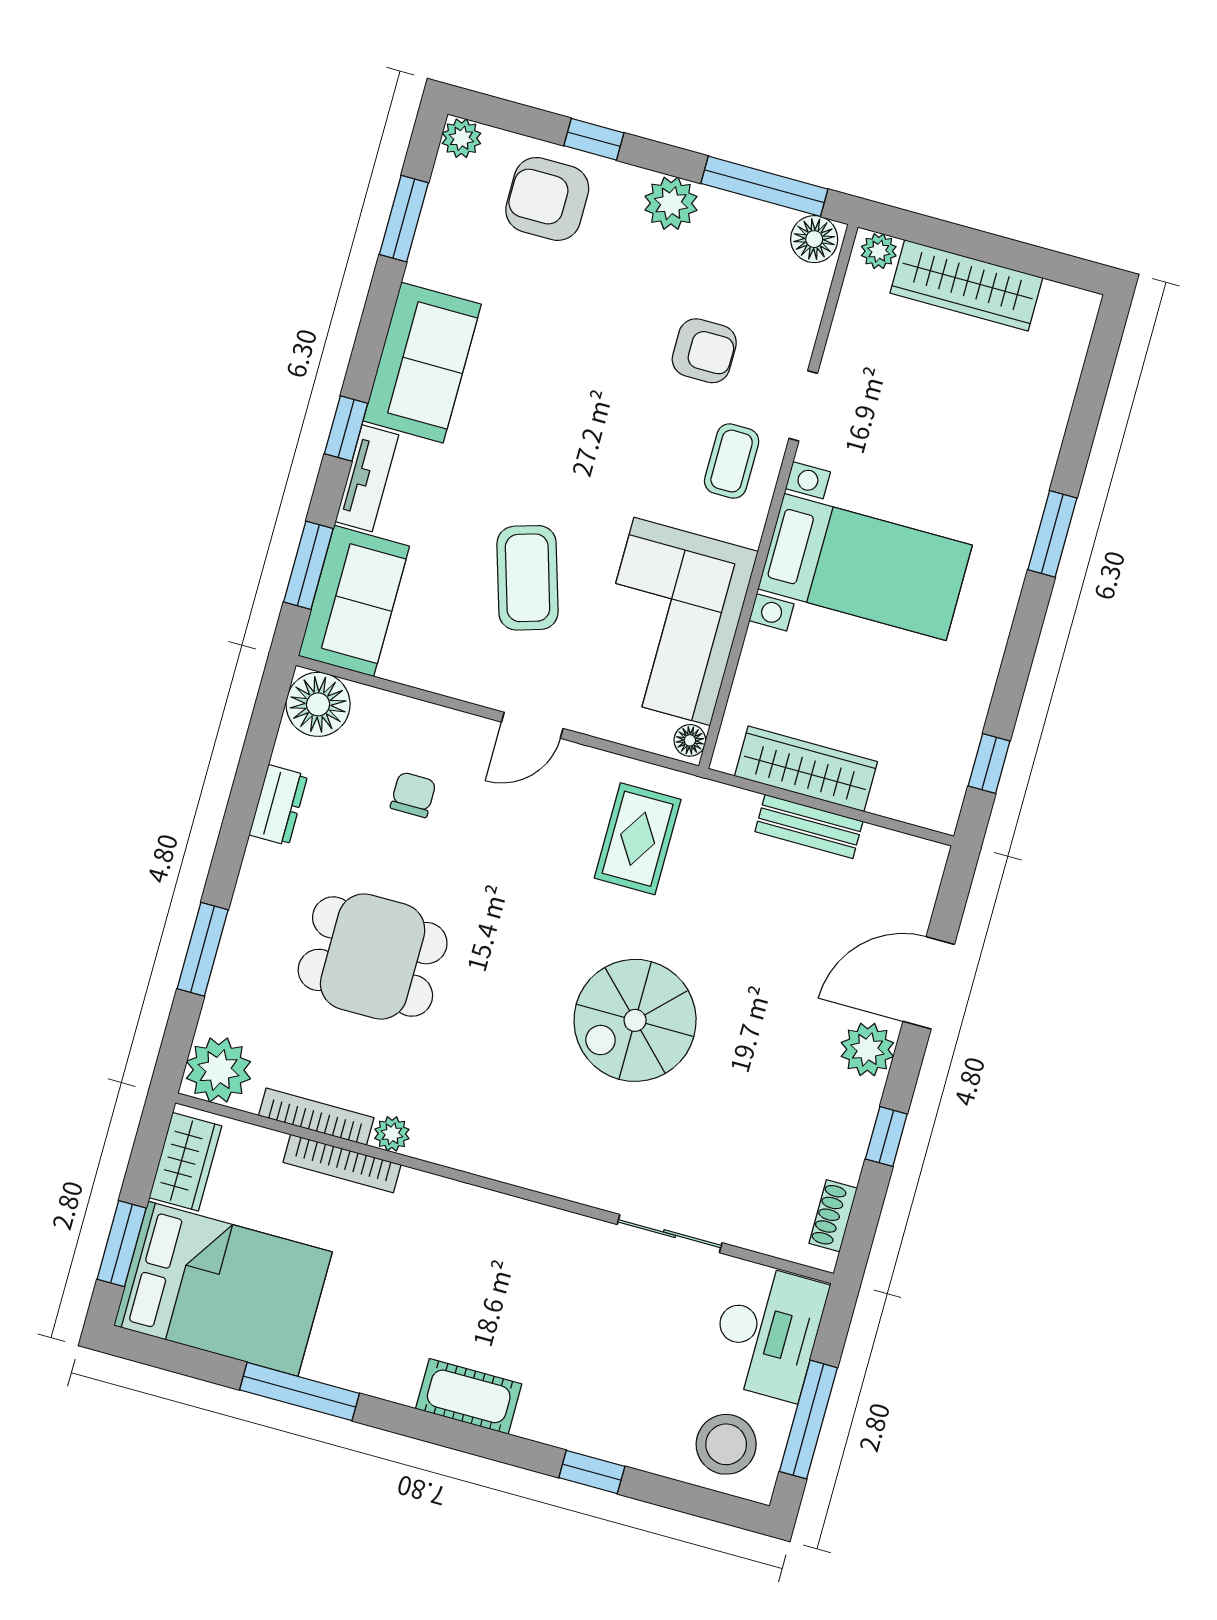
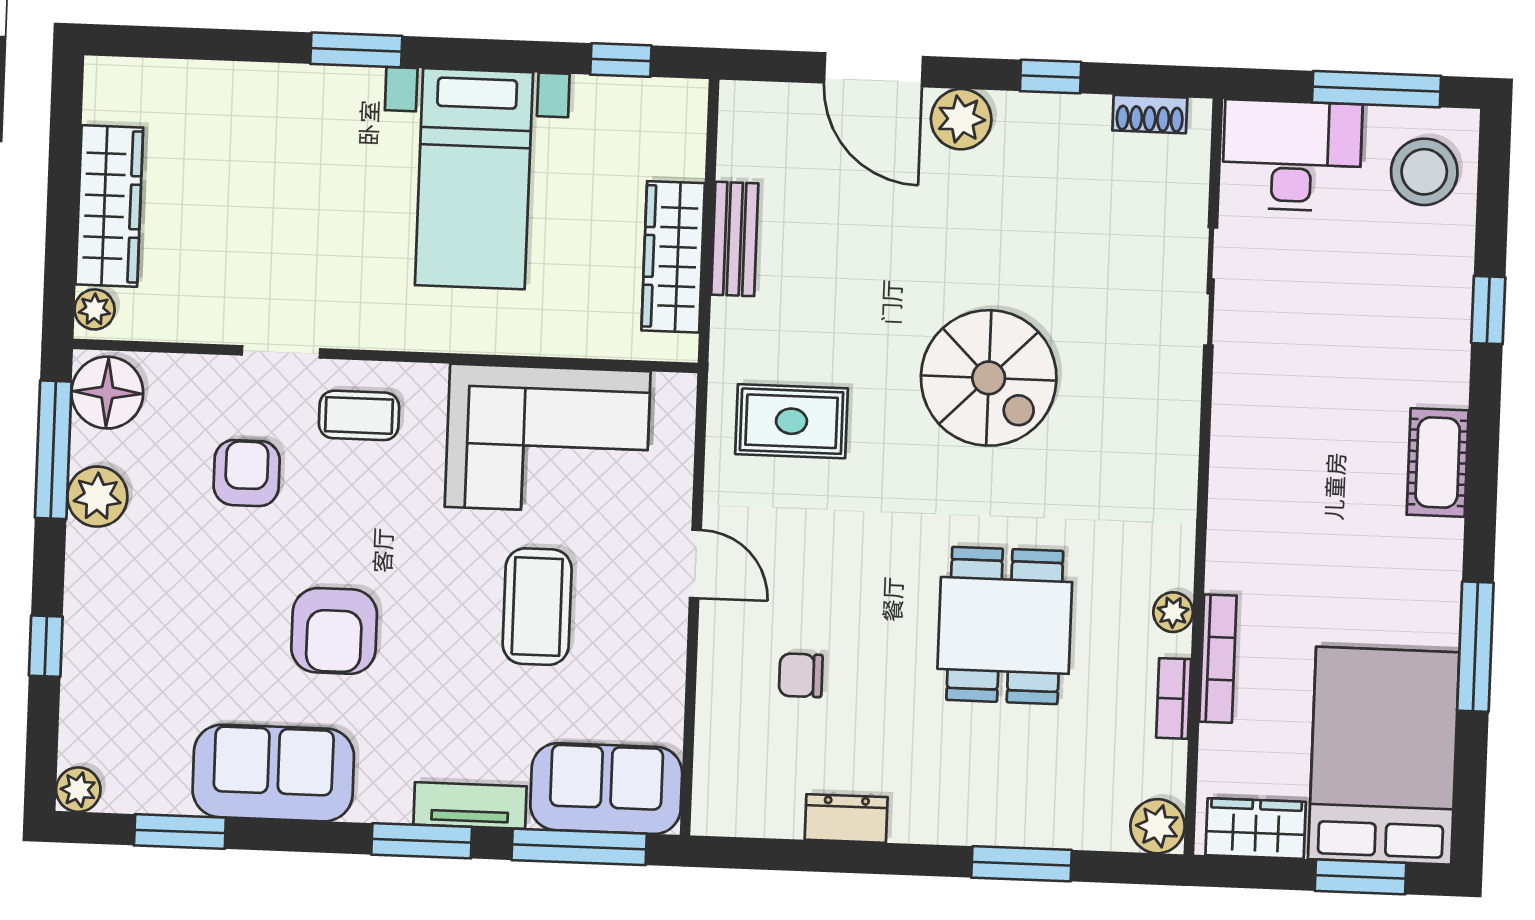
armchair: (547, 199) -> (334, 631), moved
plant: (671, 203) -> (97, 497), moved
floor lamp: (814, 239) -> (107, 393), width x1.38, depth x1.38
sofa: (422, 363) -> (273, 773), moved
window: (346, 429) -> (422, 841), width x1.50
window: (308, 565) -> (579, 847), width x1.44
bed with nightstands: (865, 567) -> (474, 179), moved, turned 180
coffee table: (528, 578) -> (537, 607), turned -73
floor lamp: (318, 704) -> (727, 801), removed
floor lamp: (690, 740) -> (672, 390), removed
dining table: (373, 957) -> (1005, 625), moved
plant: (219, 1070) -> (1158, 826), width x0.73, depth x0.73
bookcase: (316, 1117) -> (1174, 698), width x0.64

